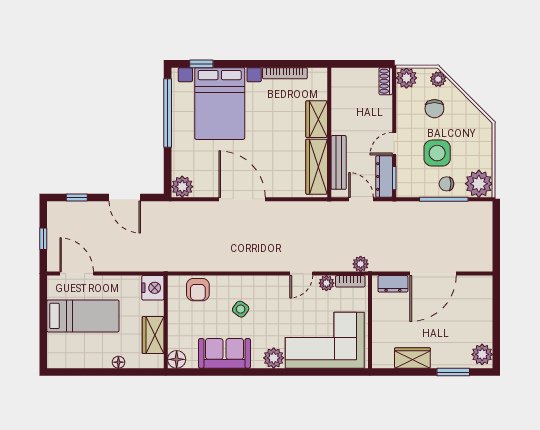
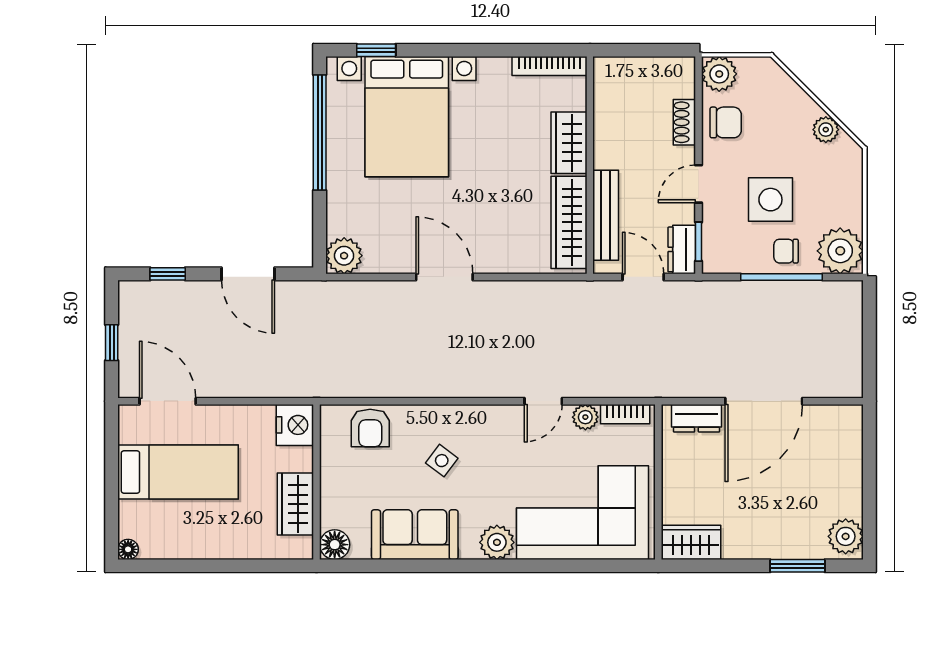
bookcase: (285, 73) -> (549, 66), moved
plant: (438, 79) -> (826, 130), moved
shoe rack: (386, 81) -> (684, 122), moved
chair: (434, 109) -> (726, 122), moved, turned -90
dresser: (384, 177) -> (682, 249), width x0.70
door: (242, 199) -> (444, 277), width x0.73
plant: (361, 264) -> (642, 385), removed
wardrobe: (412, 358) -> (691, 542), moved
floor lamp: (118, 362) -> (128, 549), moved

